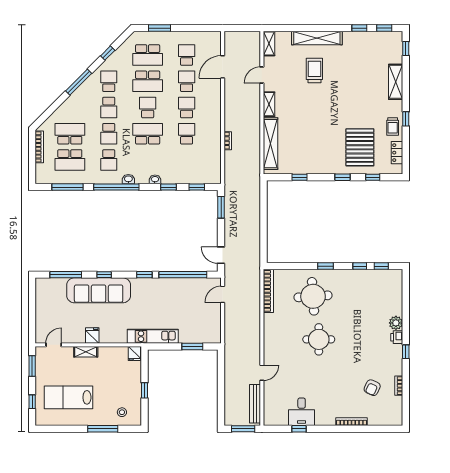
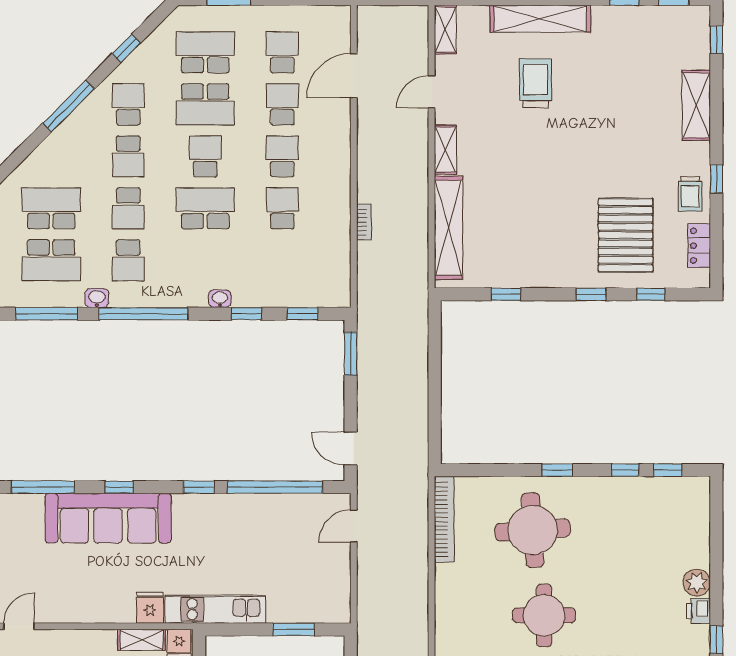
school desk: (148, 55) -> (205, 52), turned 180
washbasin: (128, 179) -> (97, 298), moved
fridge: (92, 336) -> (150, 608), moved
shelving: (86, 352) -> (142, 640), moved

